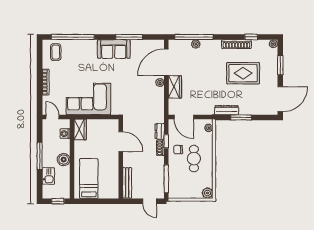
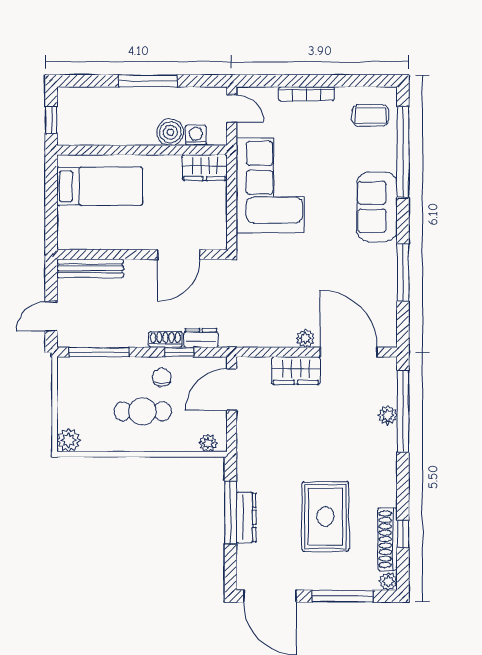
shoe rack: (236, 44) -> (388, 539), moved
sofa: (114, 49) -> (377, 207), moved
window: (280, 65) -> (343, 596), width x1.44
dresser: (227, 110) -> (246, 517), moved
door: (52, 117) -> (232, 108), hinge flipped
window: (241, 117) -> (230, 512), width x1.44
boiler: (64, 160) -> (170, 132), moved
kitchen sink: (48, 176) -> (105, 100), removed

